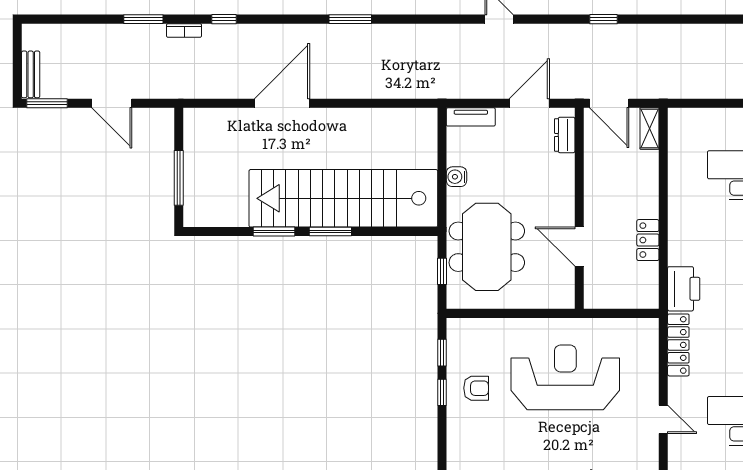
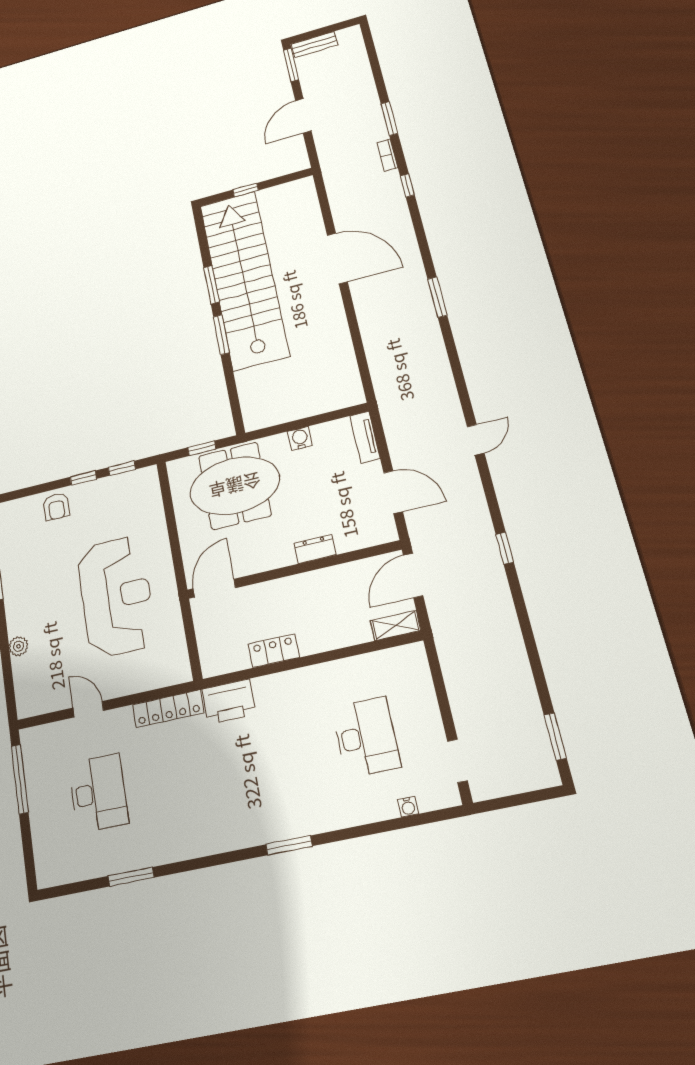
dresser: (565, 135) -> (315, 549), moved
window: (179, 178) -> (246, 190), width x0.46
stairs: (343, 198) -> (244, 279), moved
door: (579, 246) -> (214, 588), moved
armchair: (476, 388) -> (56, 507), moved
door: (663, 419) -> (88, 709), swing flipped

